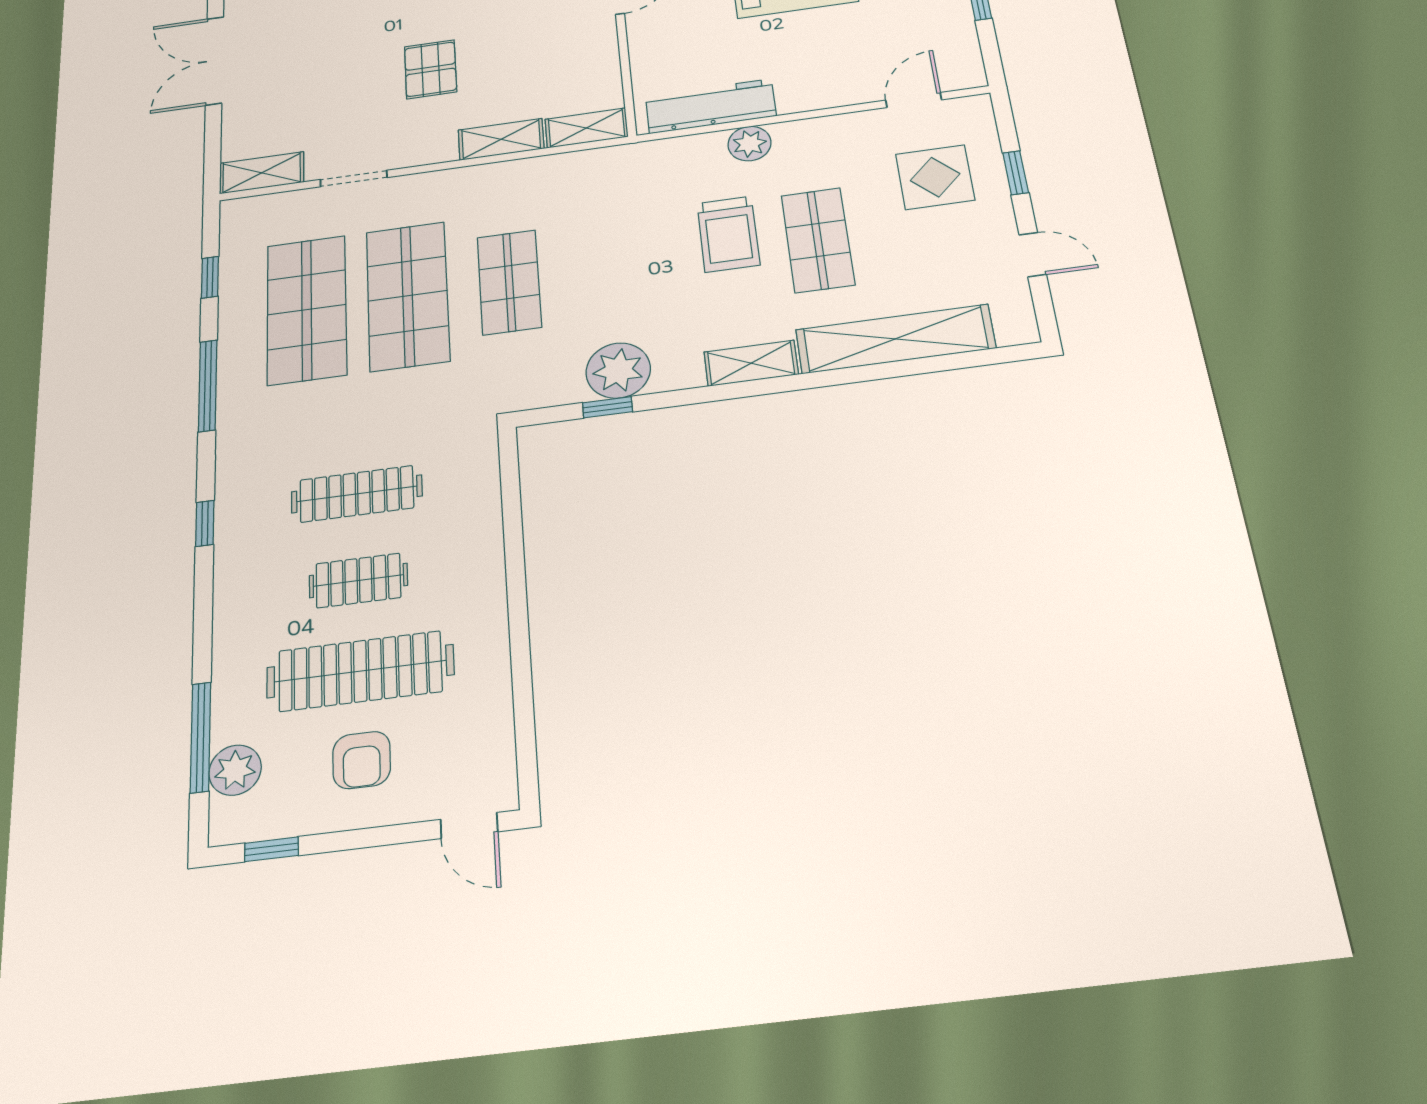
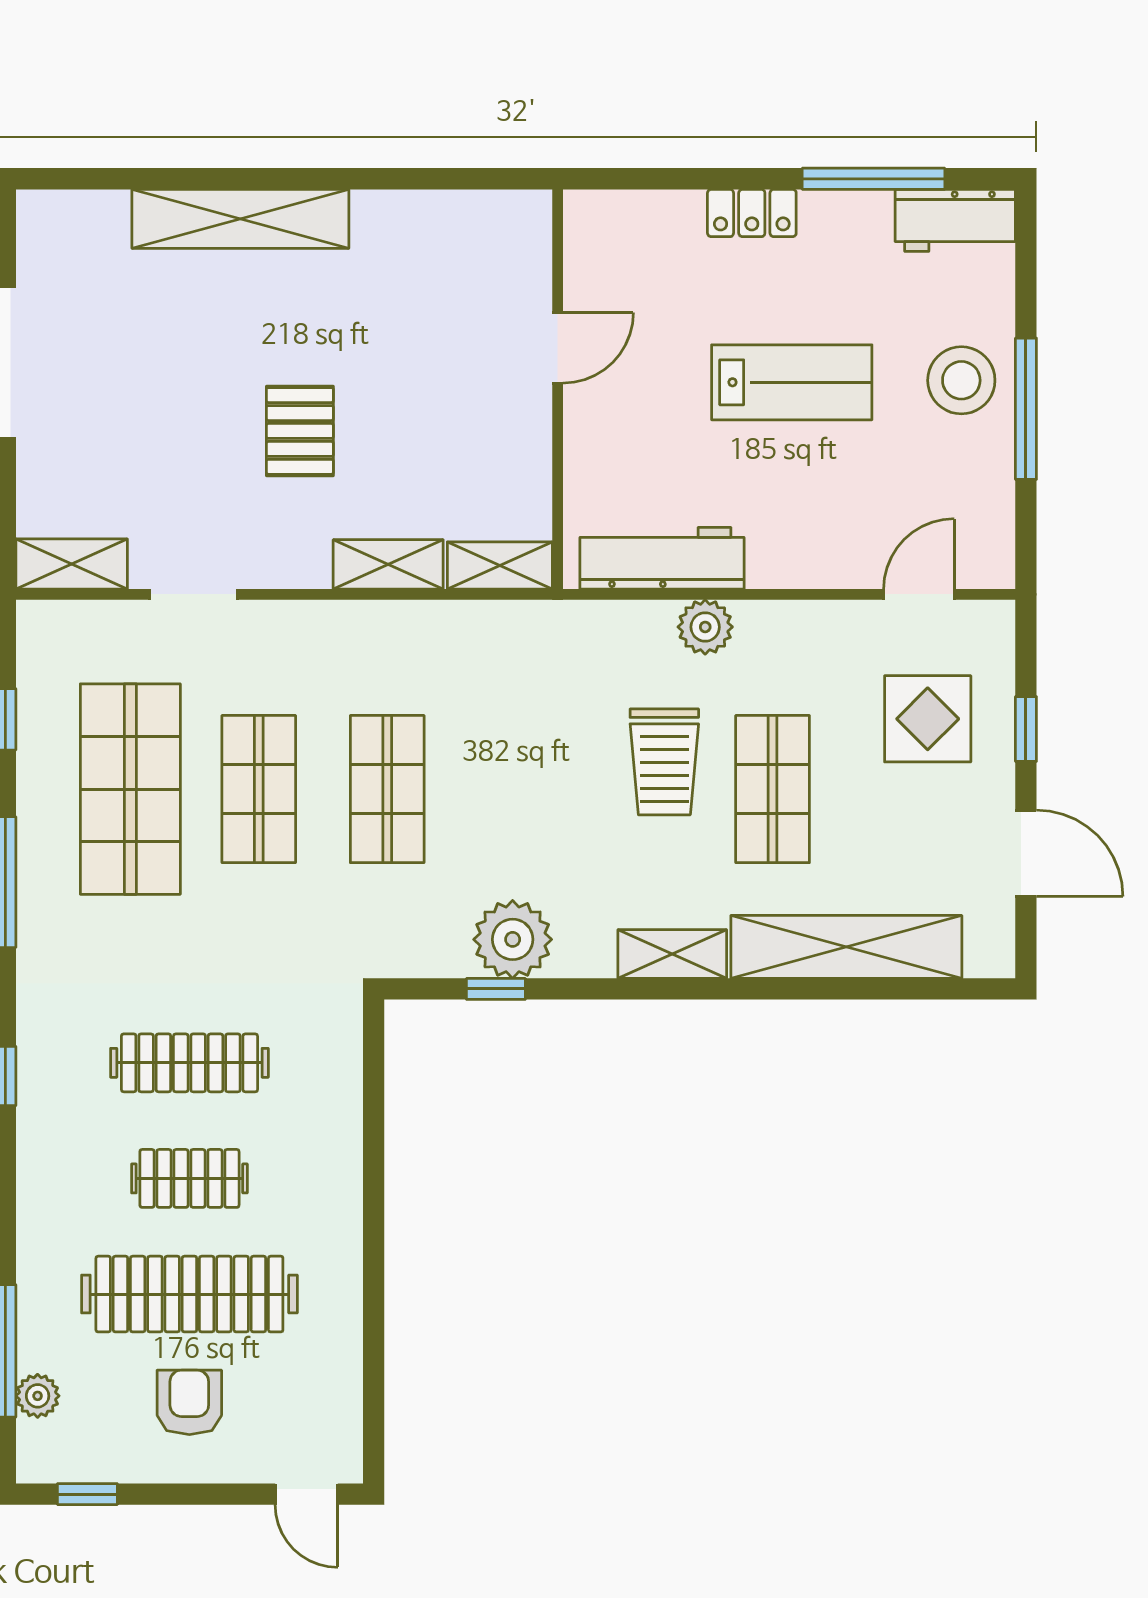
door: (1033, 255) -> (1026, 853), width x1.38
shop shelf: (408, 296) -> (259, 789), width x0.70, depth x0.74
armchair: (362, 760) -> (189, 1402), turned 180
plant: (235, 770) -> (38, 1396), width x0.73, depth x0.73

